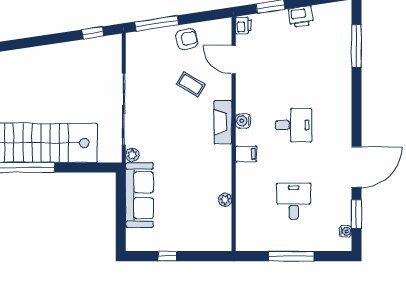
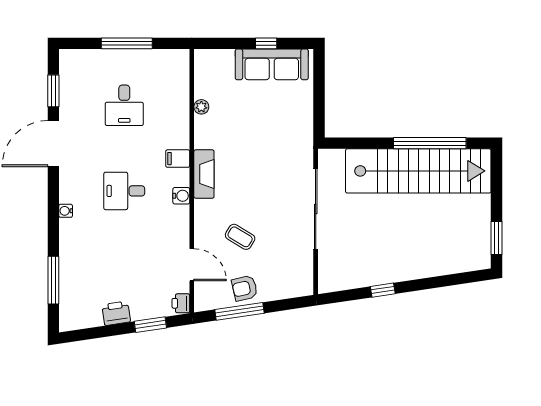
window: (157, 23) -> (239, 311), moved
window: (93, 33) -> (383, 290), moved
fireplace: (223, 122) -> (204, 174), moved
plant: (132, 155) -> (306, 157), removed
sofa: (139, 195) -> (272, 64), moved, turned -90
water cooler: (346, 231) -> (66, 211), moved

